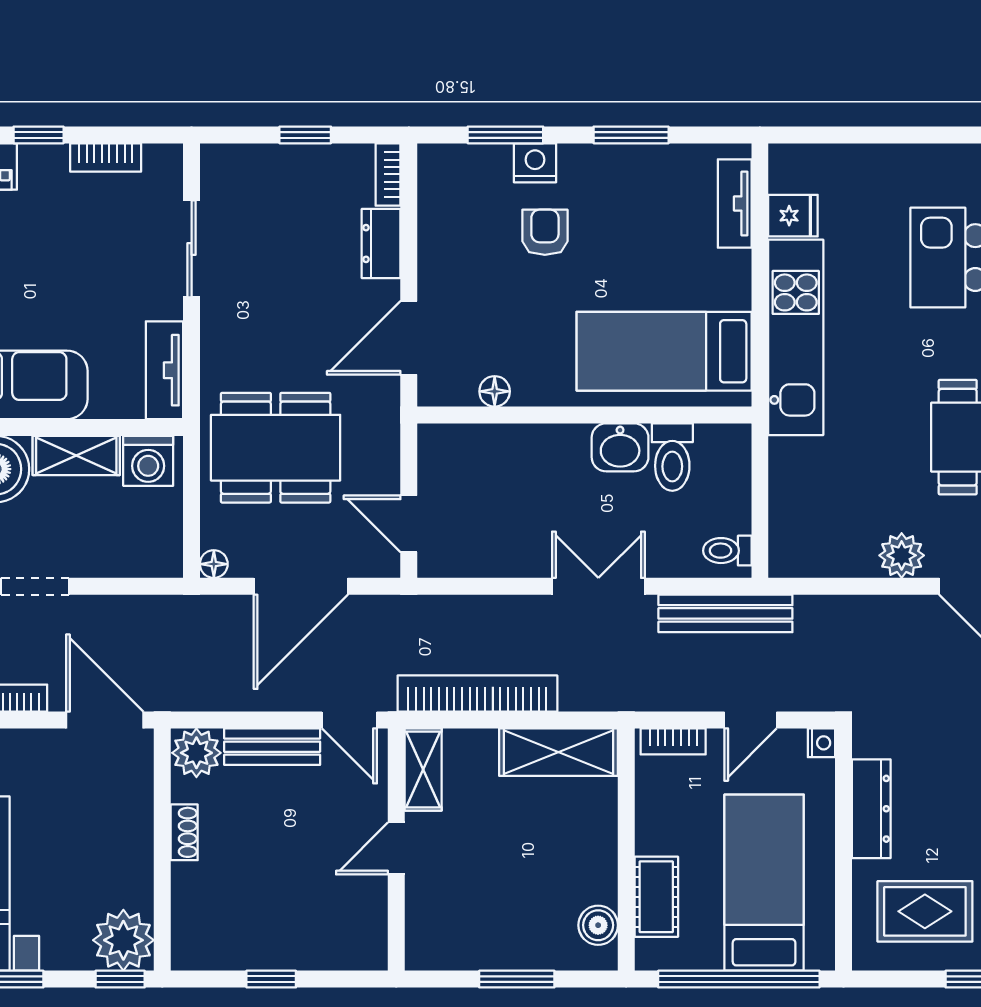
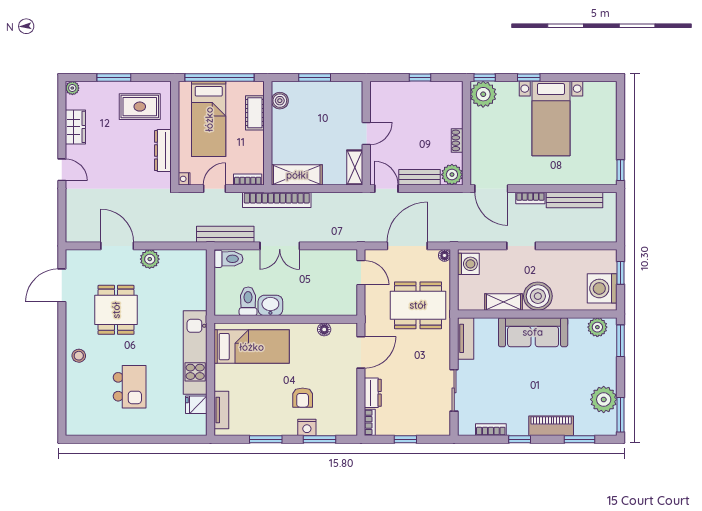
washing machine: (148, 461) -> (468, 264), moved, turned 90
toilet: (727, 551) -> (228, 259), width x1.37, depth x1.39
bookcase: (477, 694) -> (277, 200), moved

